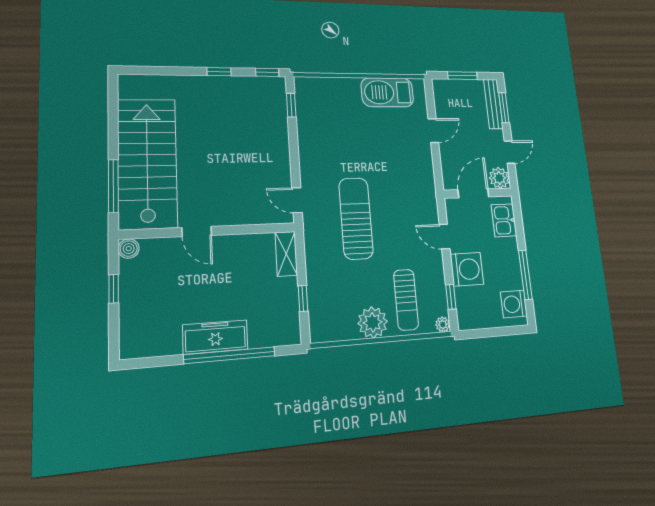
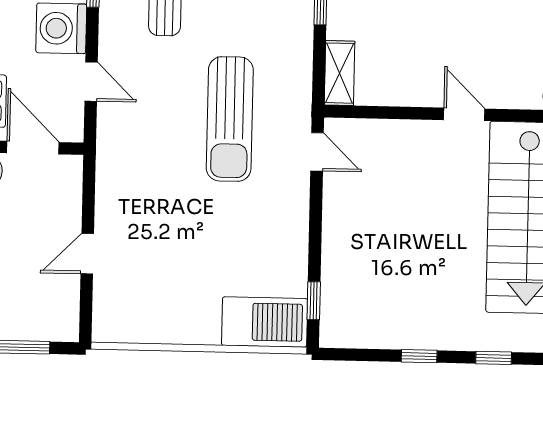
window: (267, 72) -> (494, 358), moved
barbecue: (387, 92) -> (265, 322), moved
door: (473, 193) -> (33, 148), swing flipped

